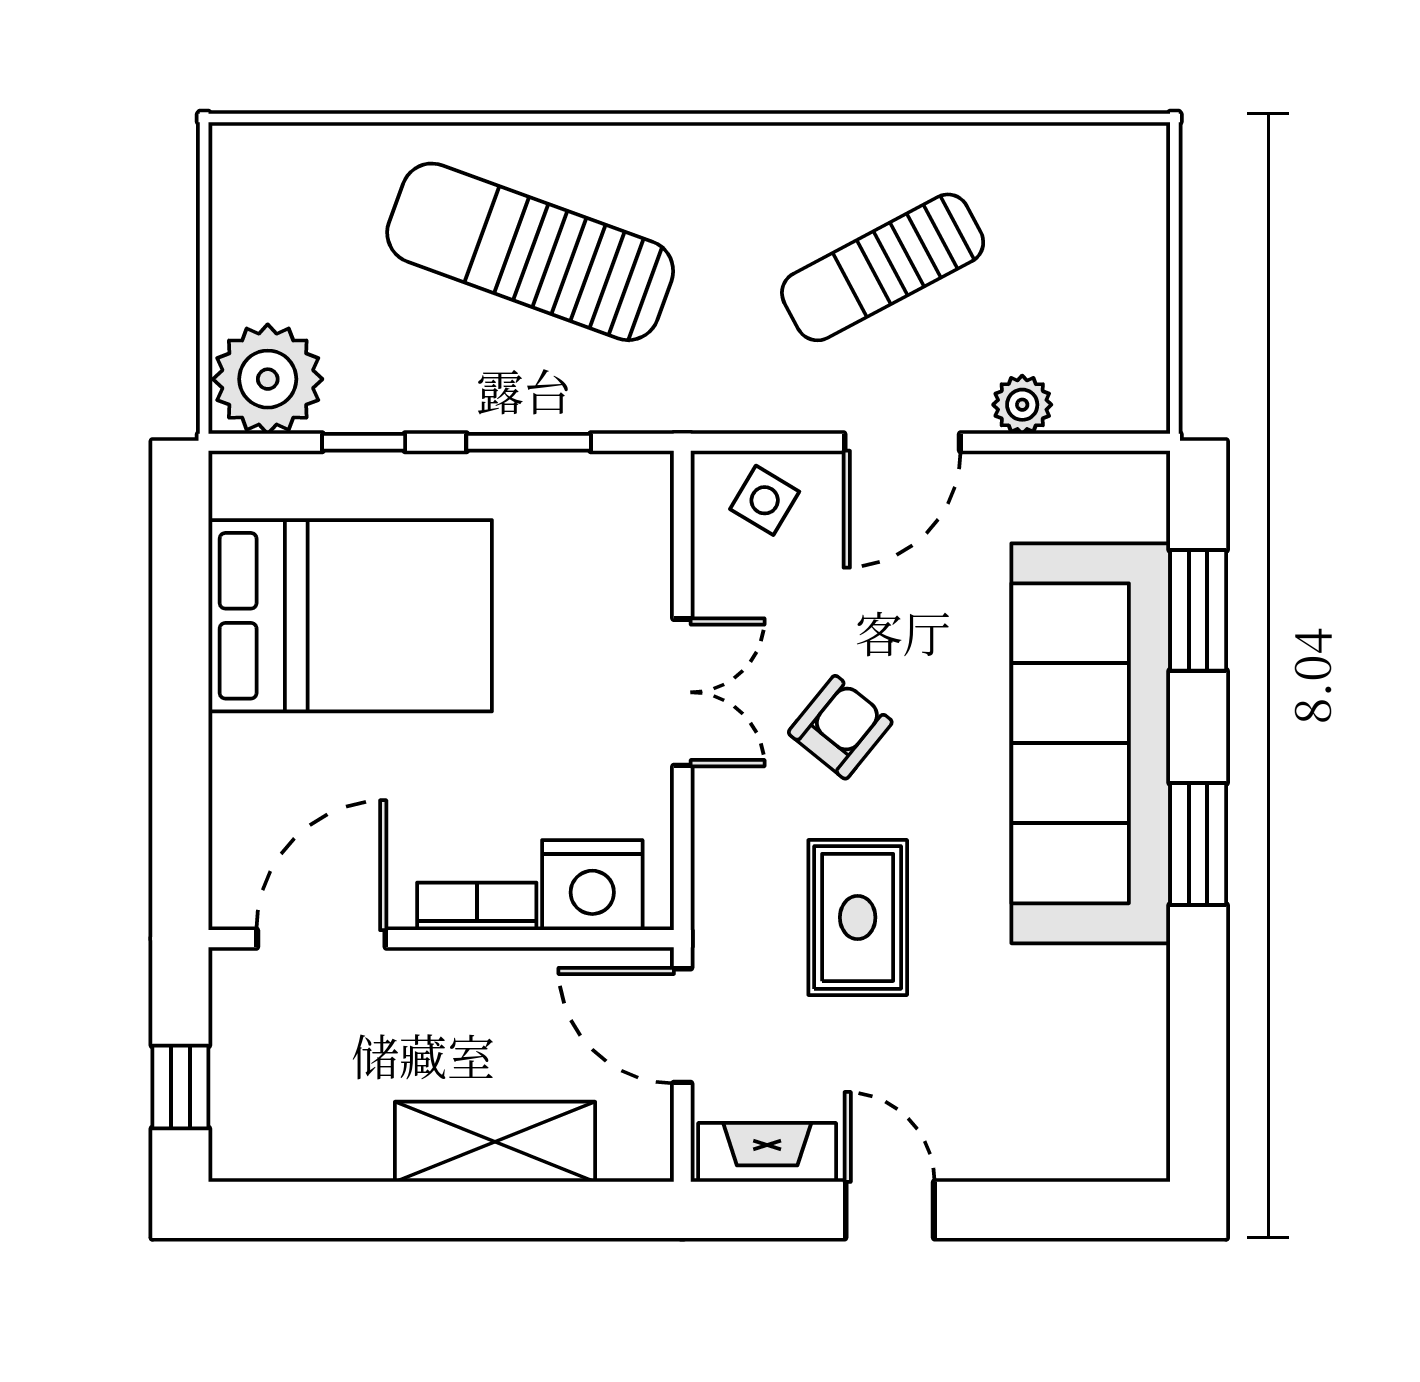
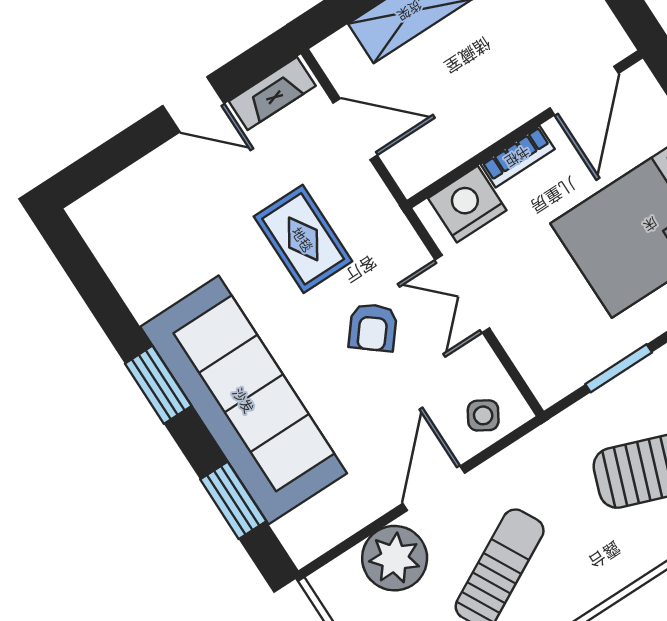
plant: (1022, 405) -> (395, 558), width x1.88, depth x1.88
nightstand: (592, 885) -> (467, 204), moved
bookcase: (477, 906) -> (518, 157), moved
door: (321, 939) -> (584, 91), moved
wall: (441, 939) -> (525, 129), moved

